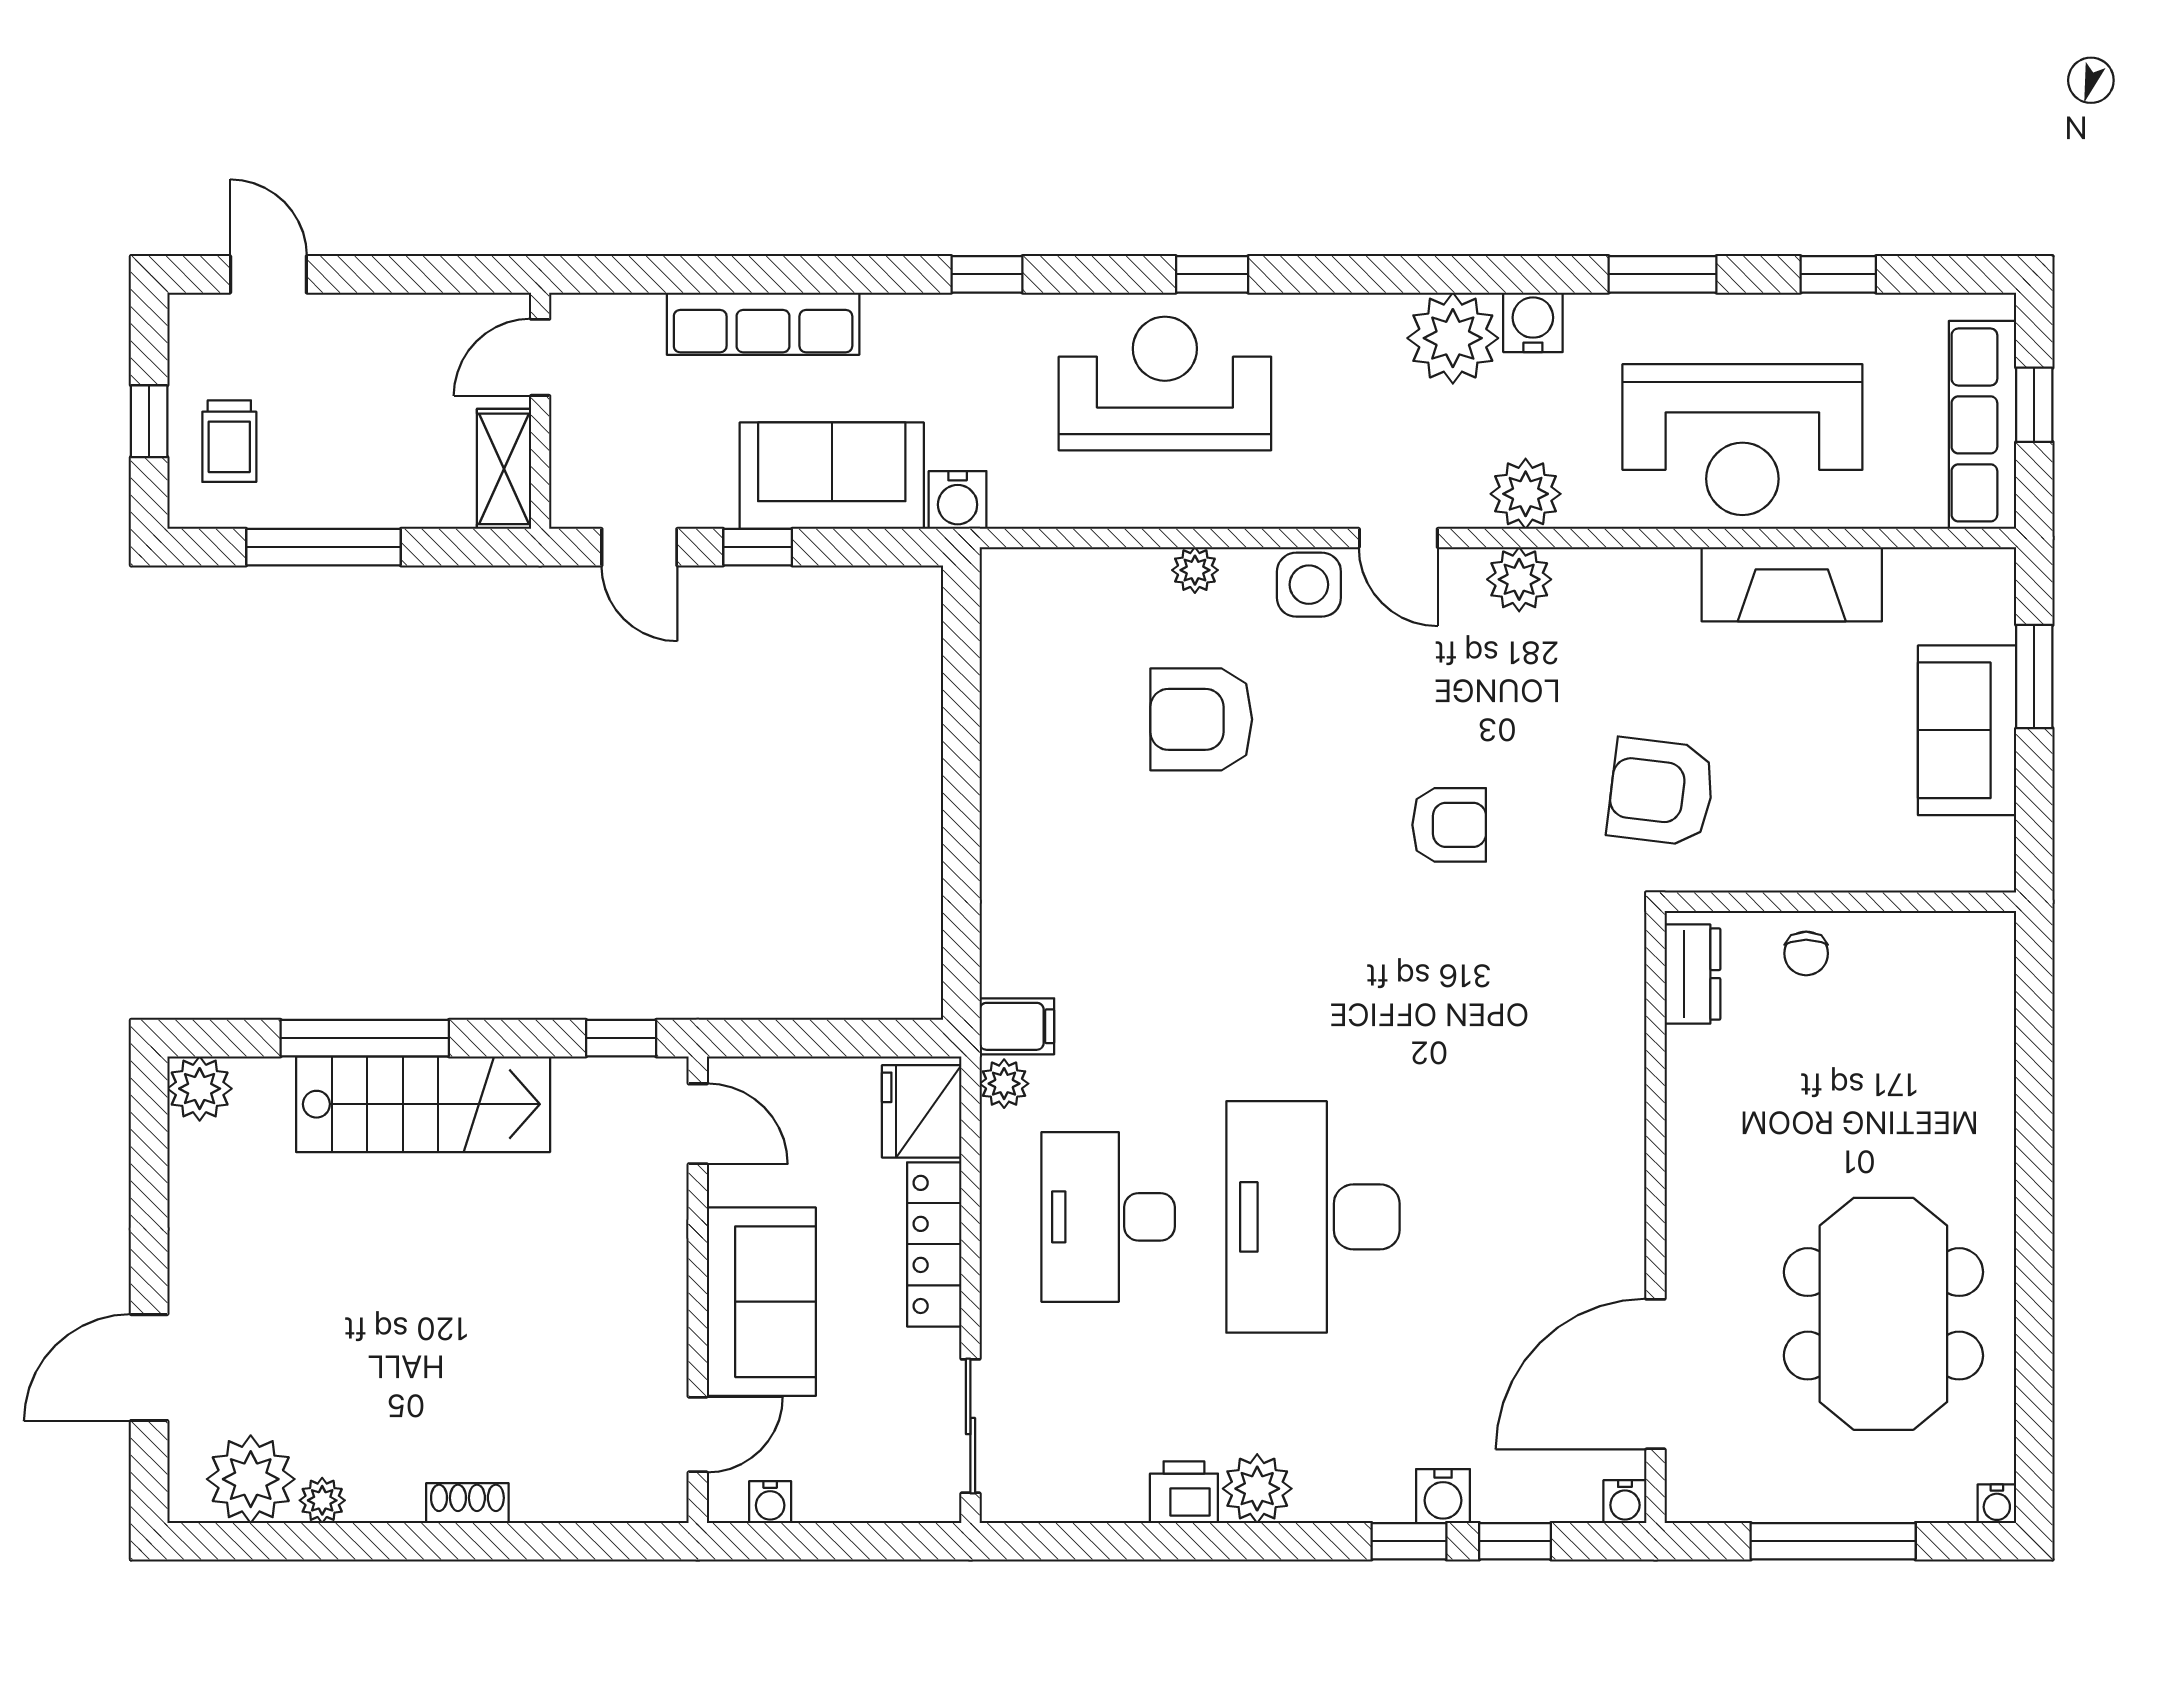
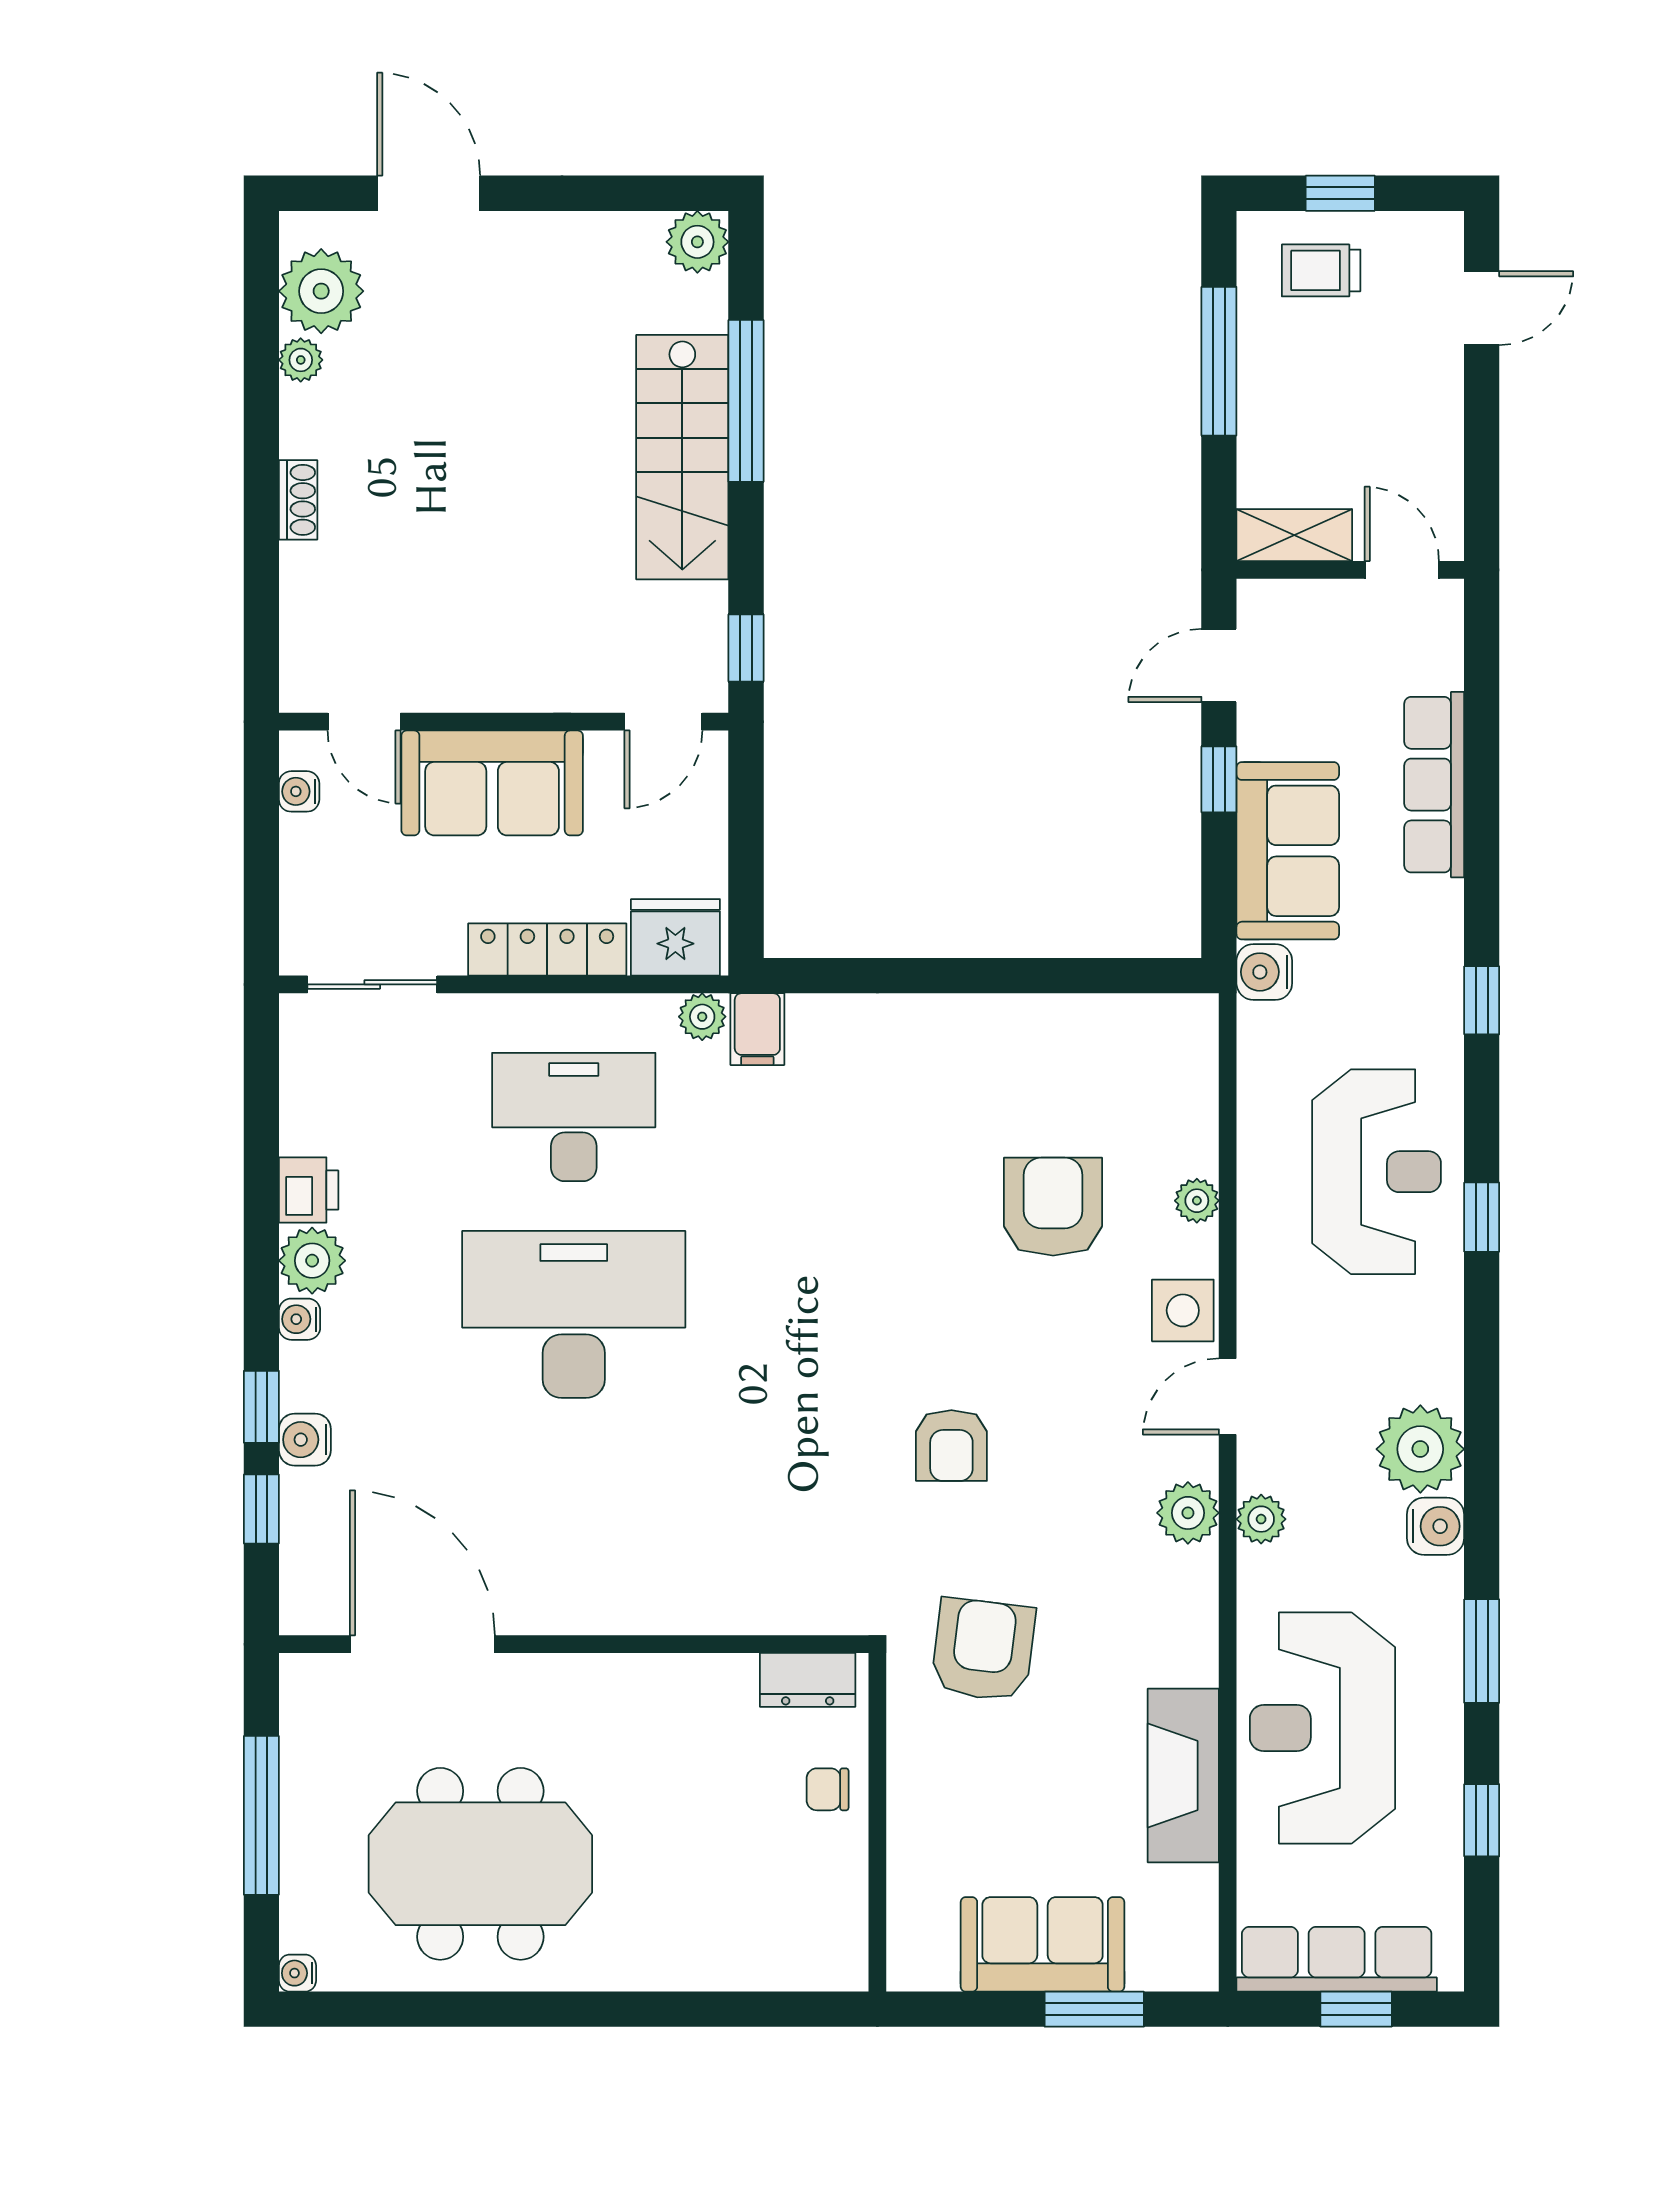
plant: (1526, 494) -> (1261, 1519), width x0.73, depth x0.73
water cooler: (1625, 1502) -> (300, 1319), moved

